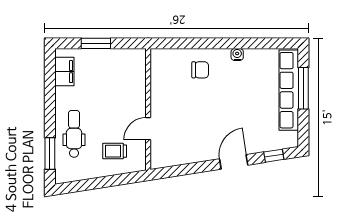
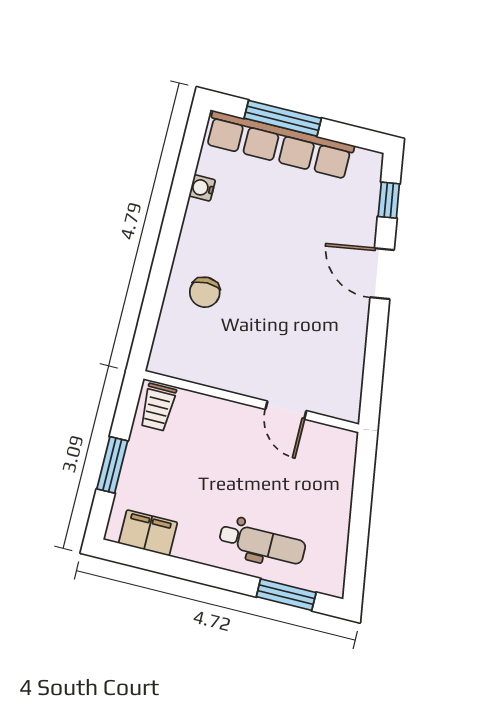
water cooler: (237, 55) -> (202, 188), moved
chair: (200, 70) -> (205, 292), turned 180
dental chair: (74, 134) -> (262, 543), turned 180
trolley: (115, 151) -> (158, 407), moved

